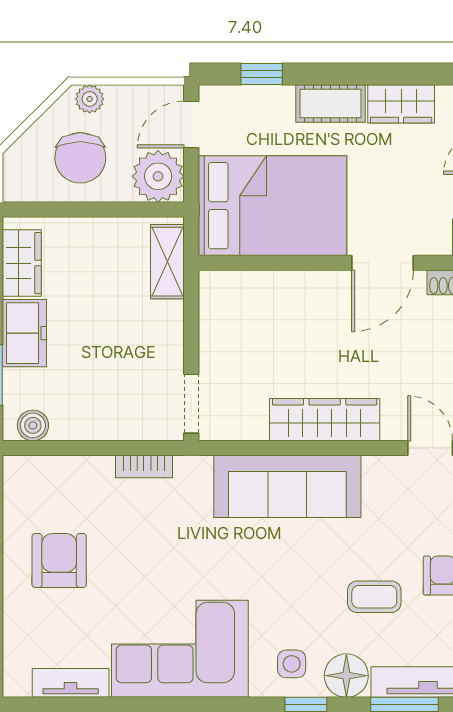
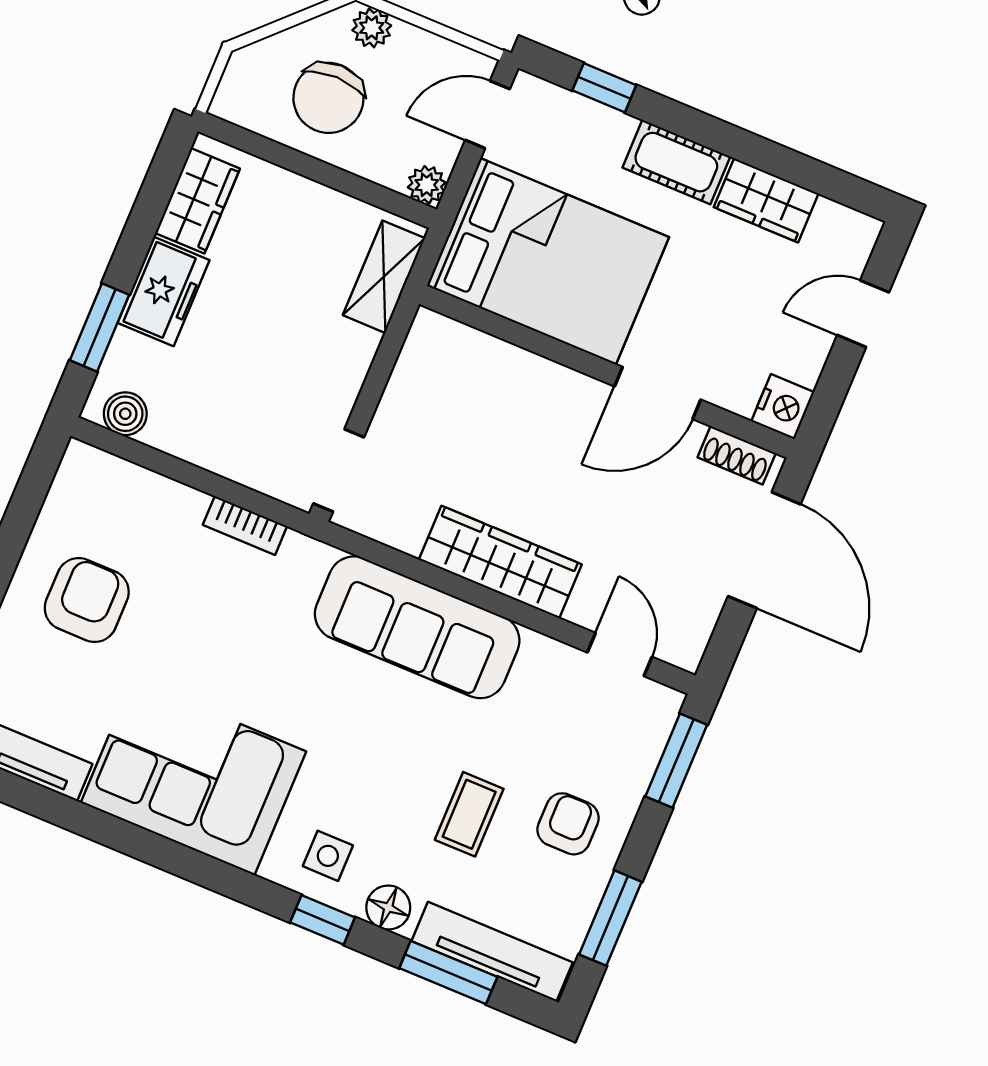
plant: (158, 176) -> (427, 185), width x0.53, depth x0.53
coffee table: (374, 597) -> (469, 814), turned 90
floor lamp: (346, 676) -> (388, 908), width x0.73, depth x0.73

